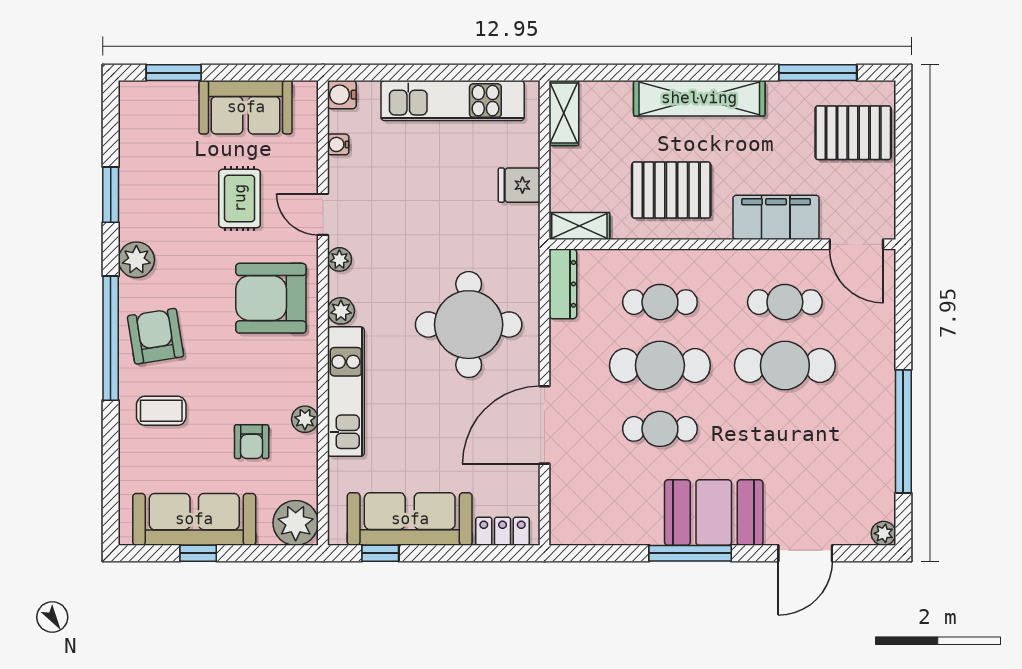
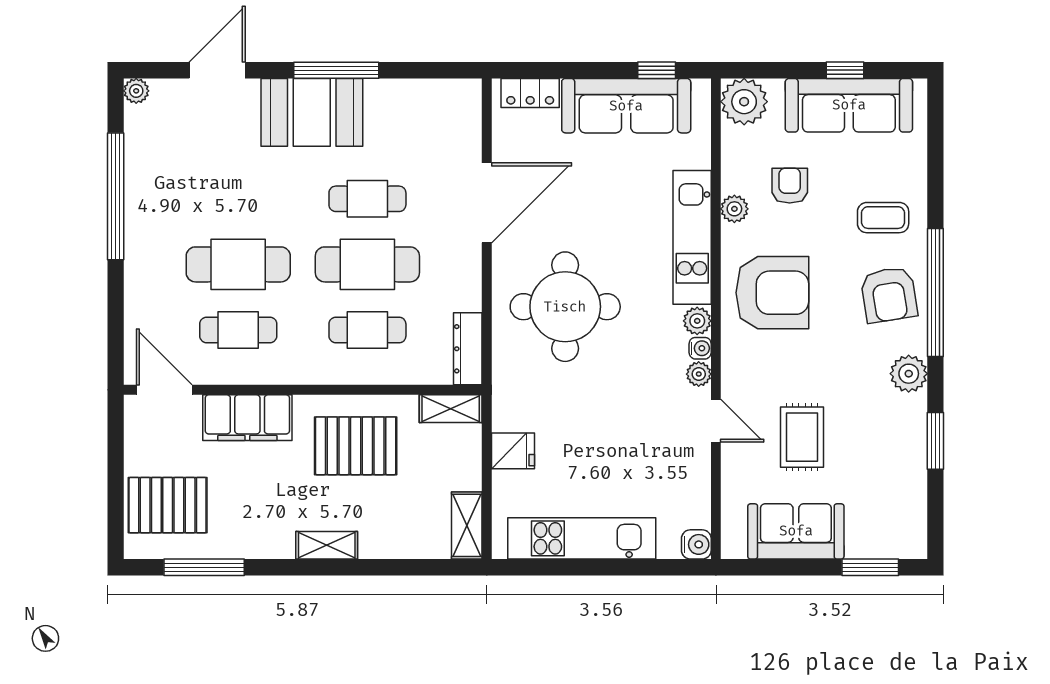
shelving: (699, 98) -> (327, 545), width x0.45, depth x0.75
water cooler: (338, 144) -> (700, 348), moved
armchair: (271, 298) -> (772, 293), moved

